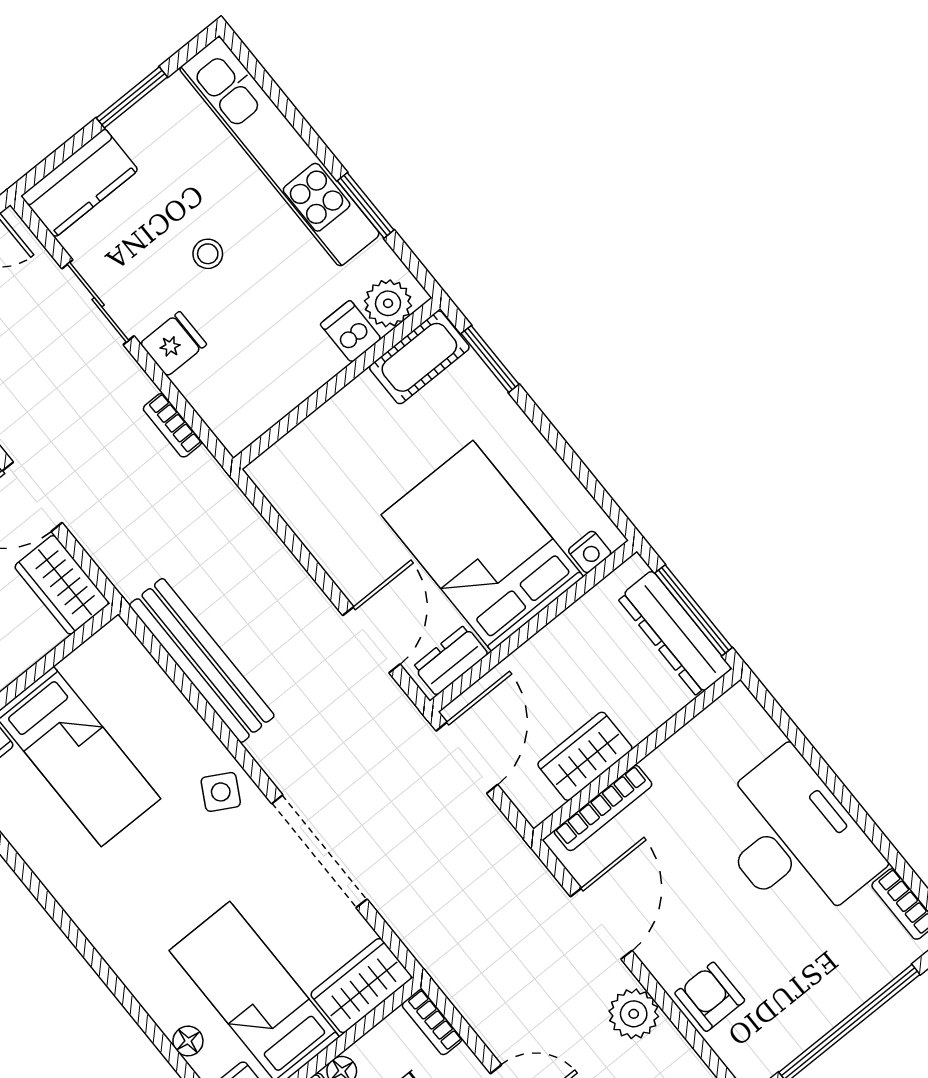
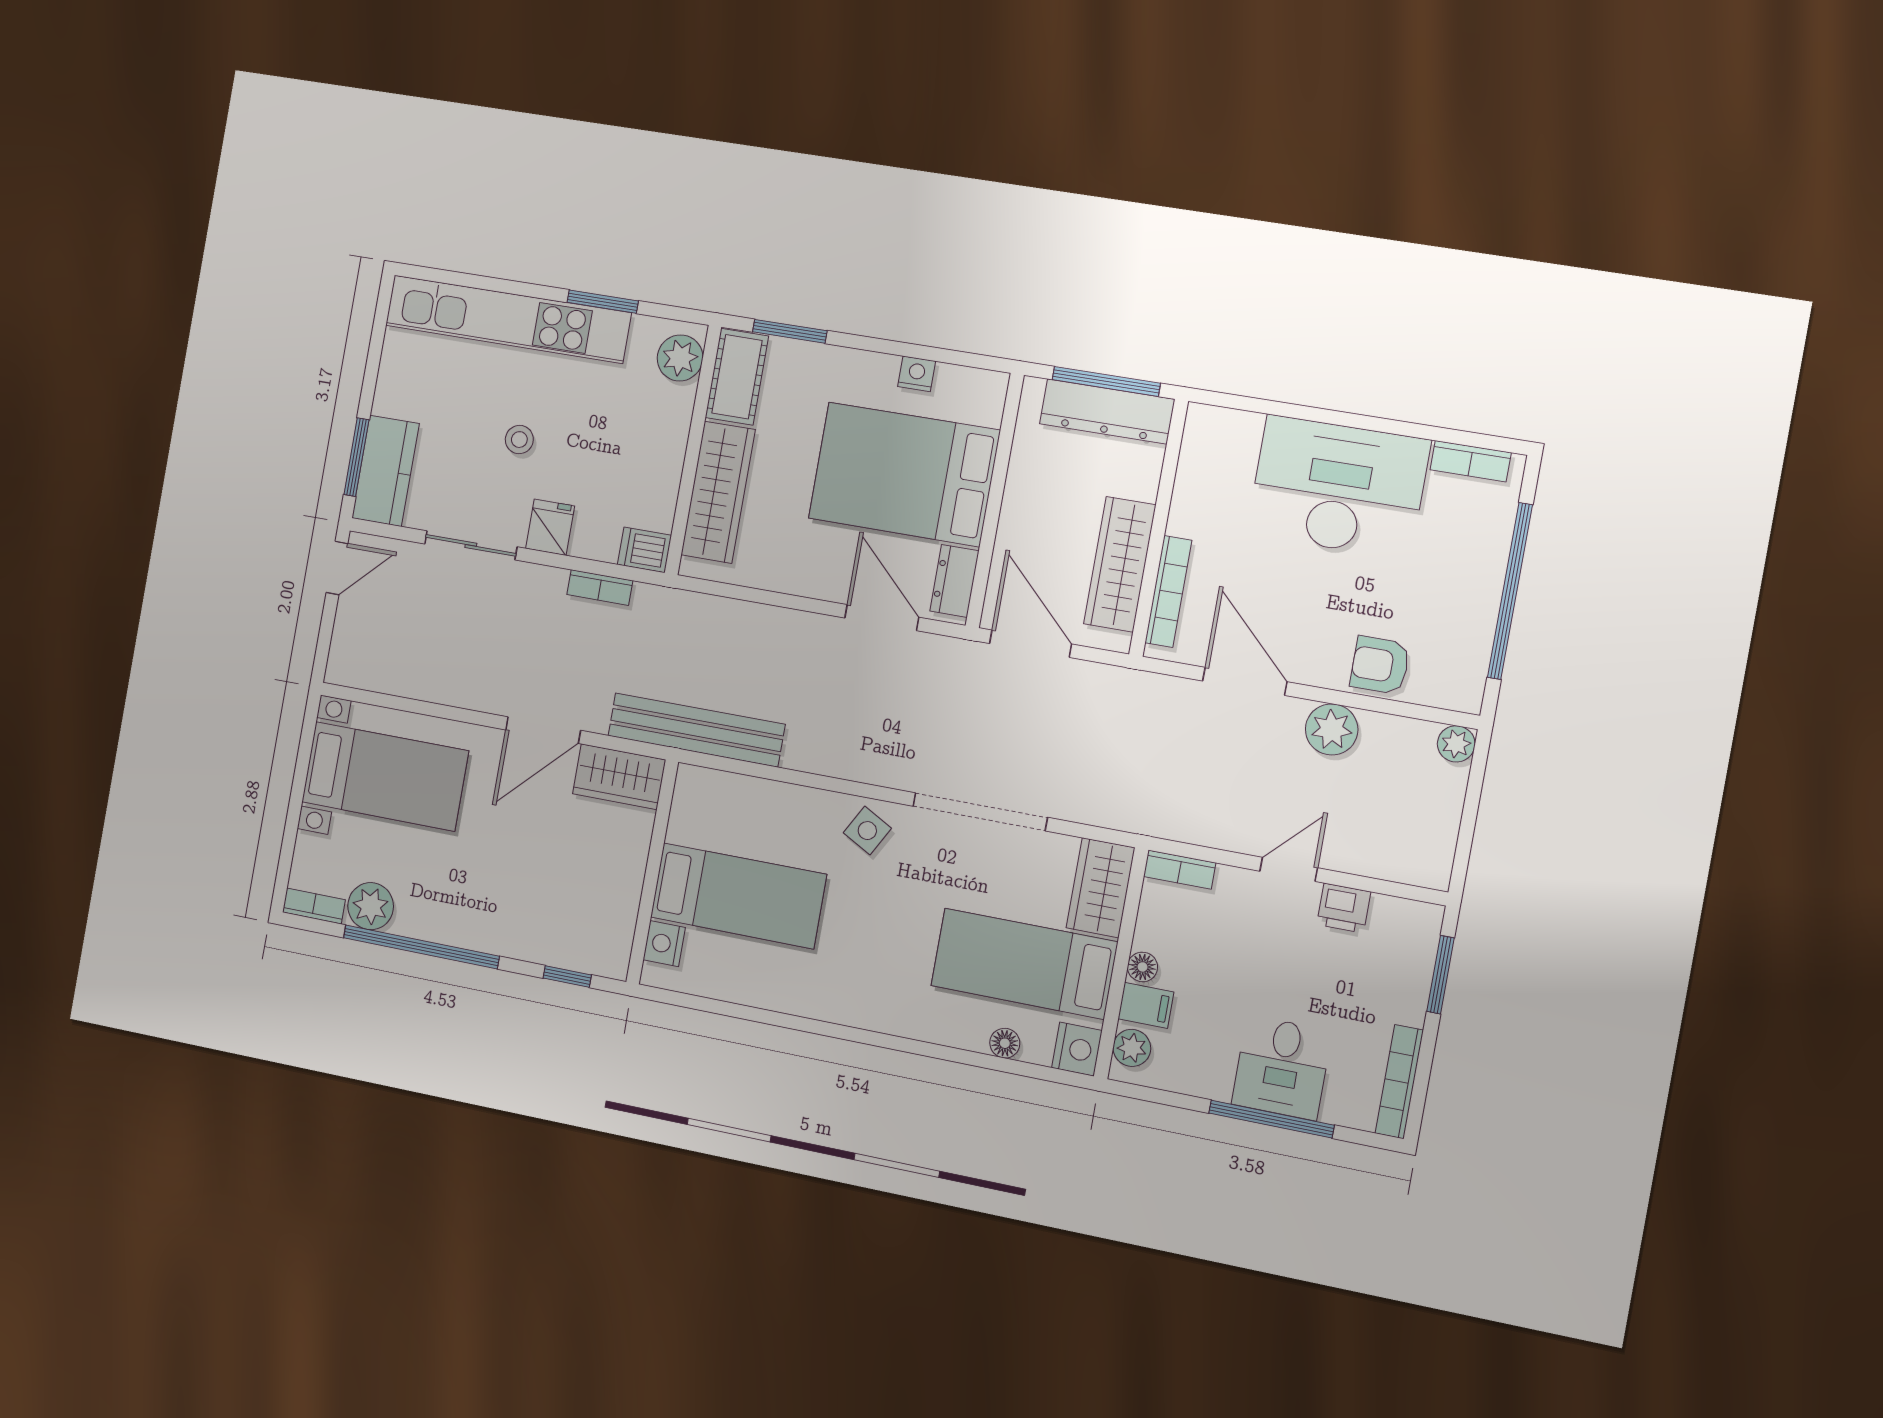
window: (132, 97) -> (356, 457), moved
dishwasher: (351, 331) -> (645, 550), moved
wardrobe: (328, 433) -> (718, 492), added
nightstand: (590, 552) -> (917, 374), moved, turned -90
bench: (202, 660) -> (696, 730), moved
wardrobe: (585, 756) -> (1120, 564), width x1.50

